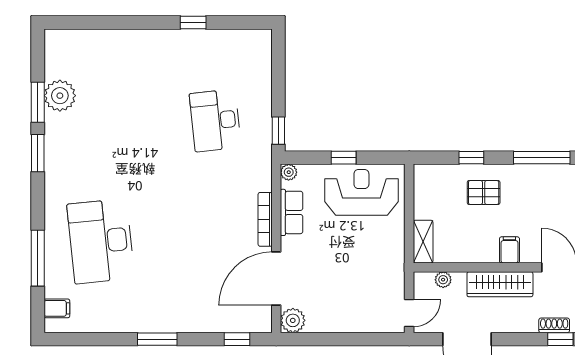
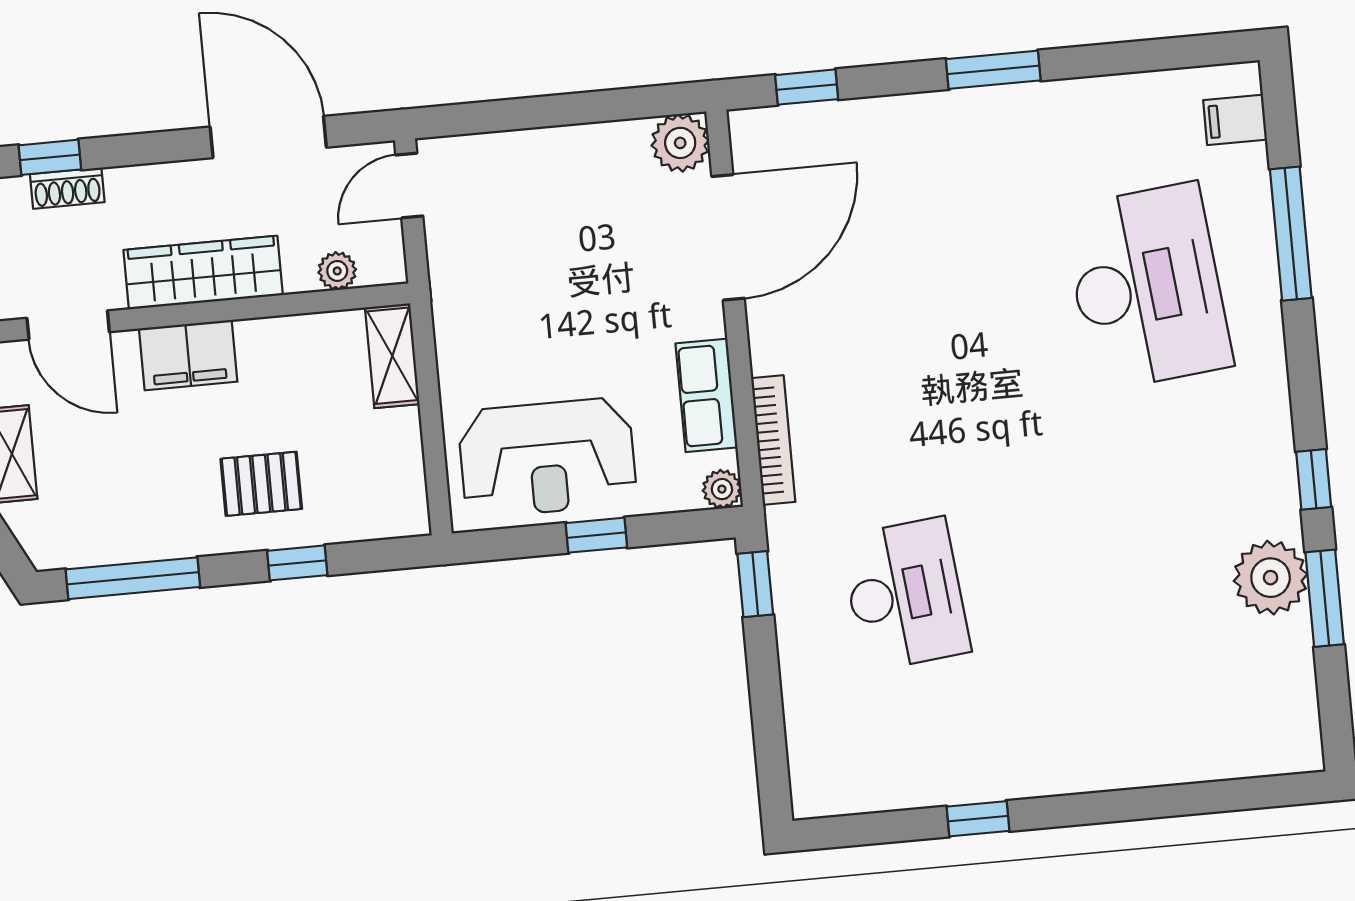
plant: (60, 96) -> (1271, 578), moved
window: (38, 153) -> (1314, 479), width x0.67
bookcase: (265, 219) -> (773, 440), moved
filing cabinet: (509, 250) -> (188, 355), width x2.00

